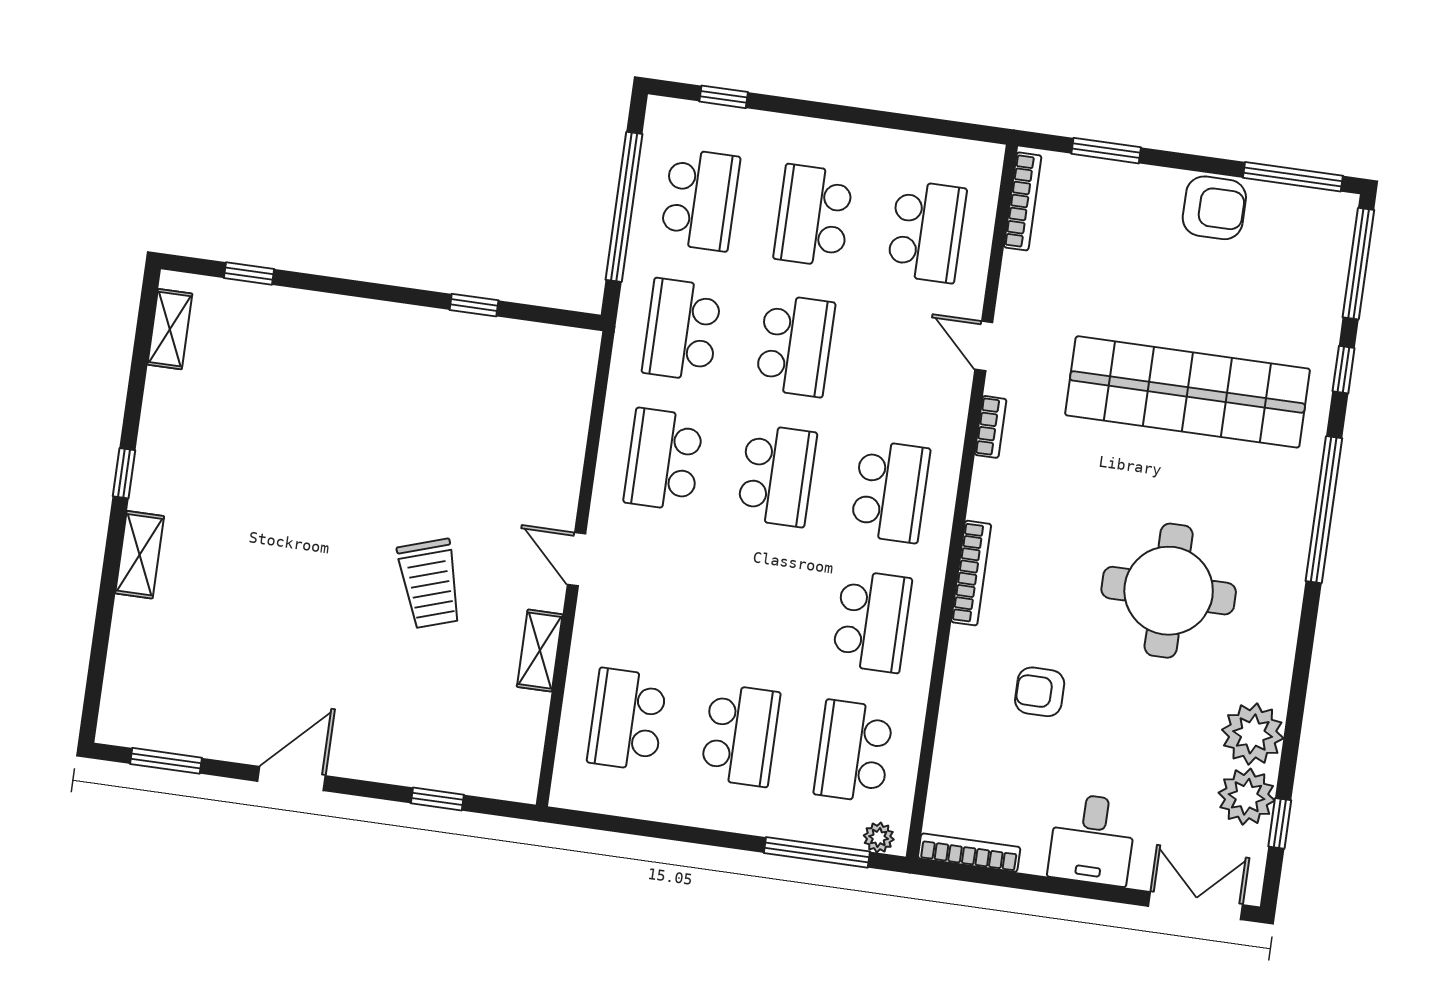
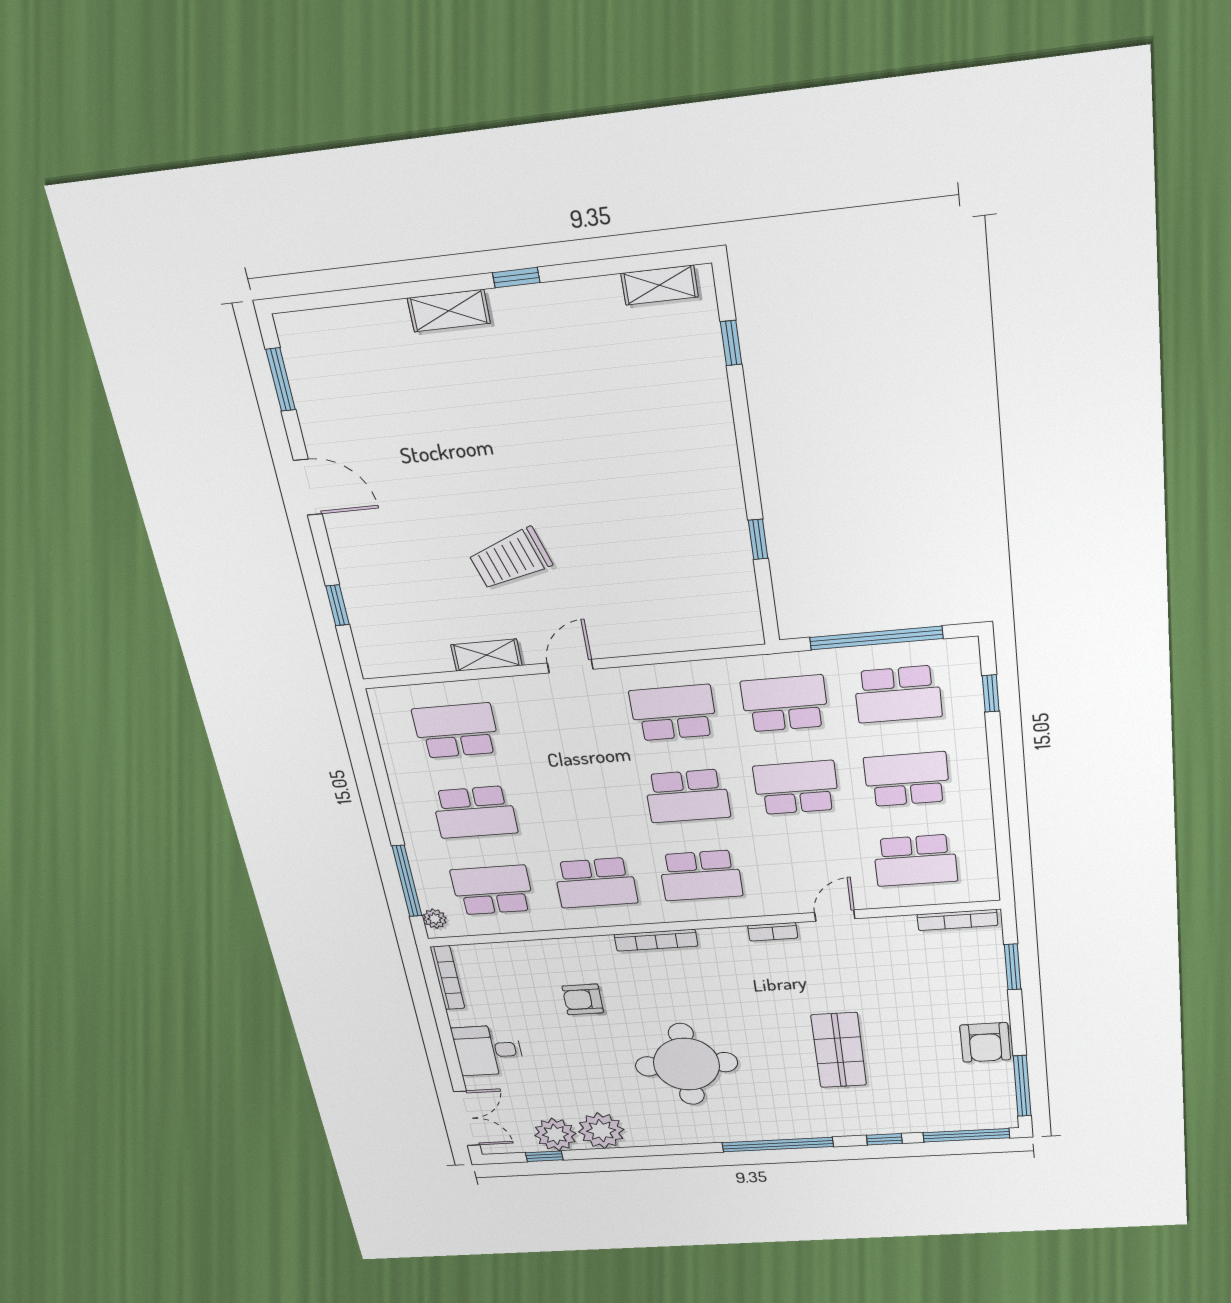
school desk: (795, 346) -> (796, 788), turned 180
shop shelf: (1187, 392) -> (839, 1050), width x0.50, depth x0.74
armchair: (1040, 692) -> (583, 999), turned -90

